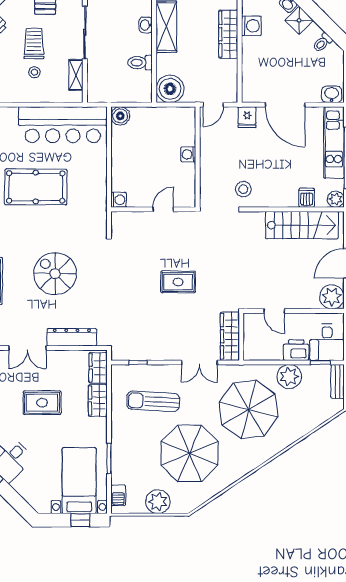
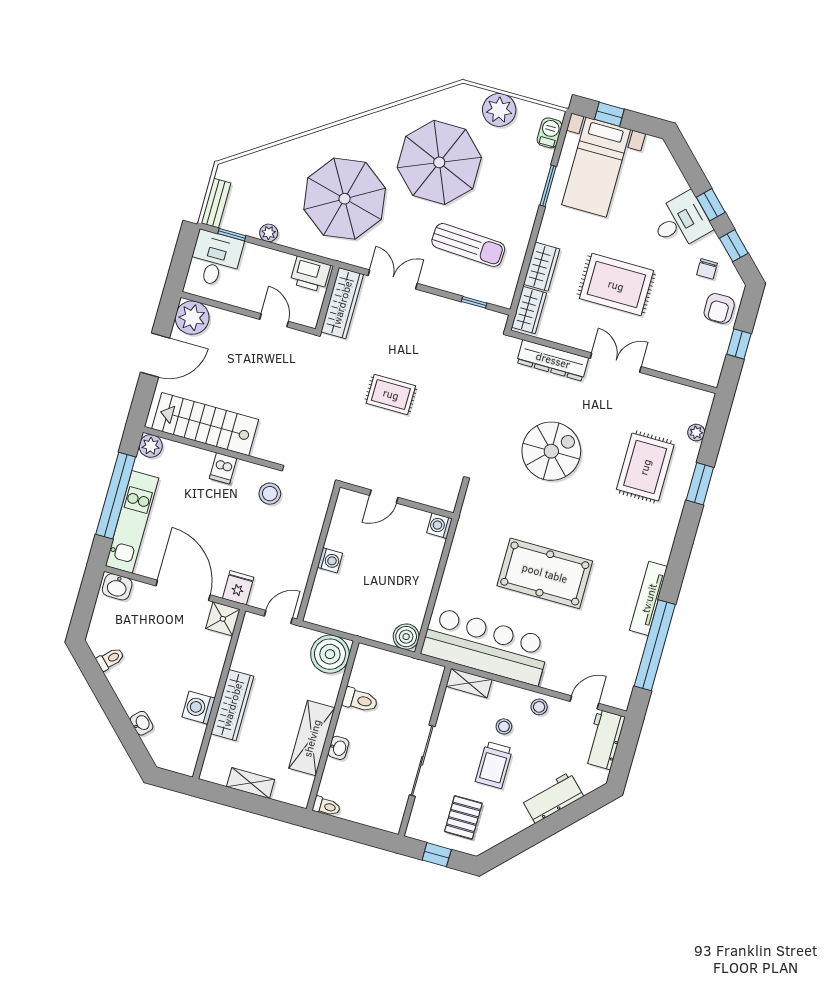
shower: (299, 20) -> (223, 619), moved, turned 45
shelving: (76, 75) -> (469, 683), moved, turned 90
stool: (14, 93) -> (539, 707), added
dishwasher: (307, 198) -> (223, 468), moved
spiral stairs: (55, 274) -> (551, 451), turned -90
printer: (296, 350) -> (310, 274), moved
plant: (289, 377) -> (269, 233), width x0.53, depth x0.53
rug: (42, 403) -> (616, 285), width x1.36, depth x1.43

